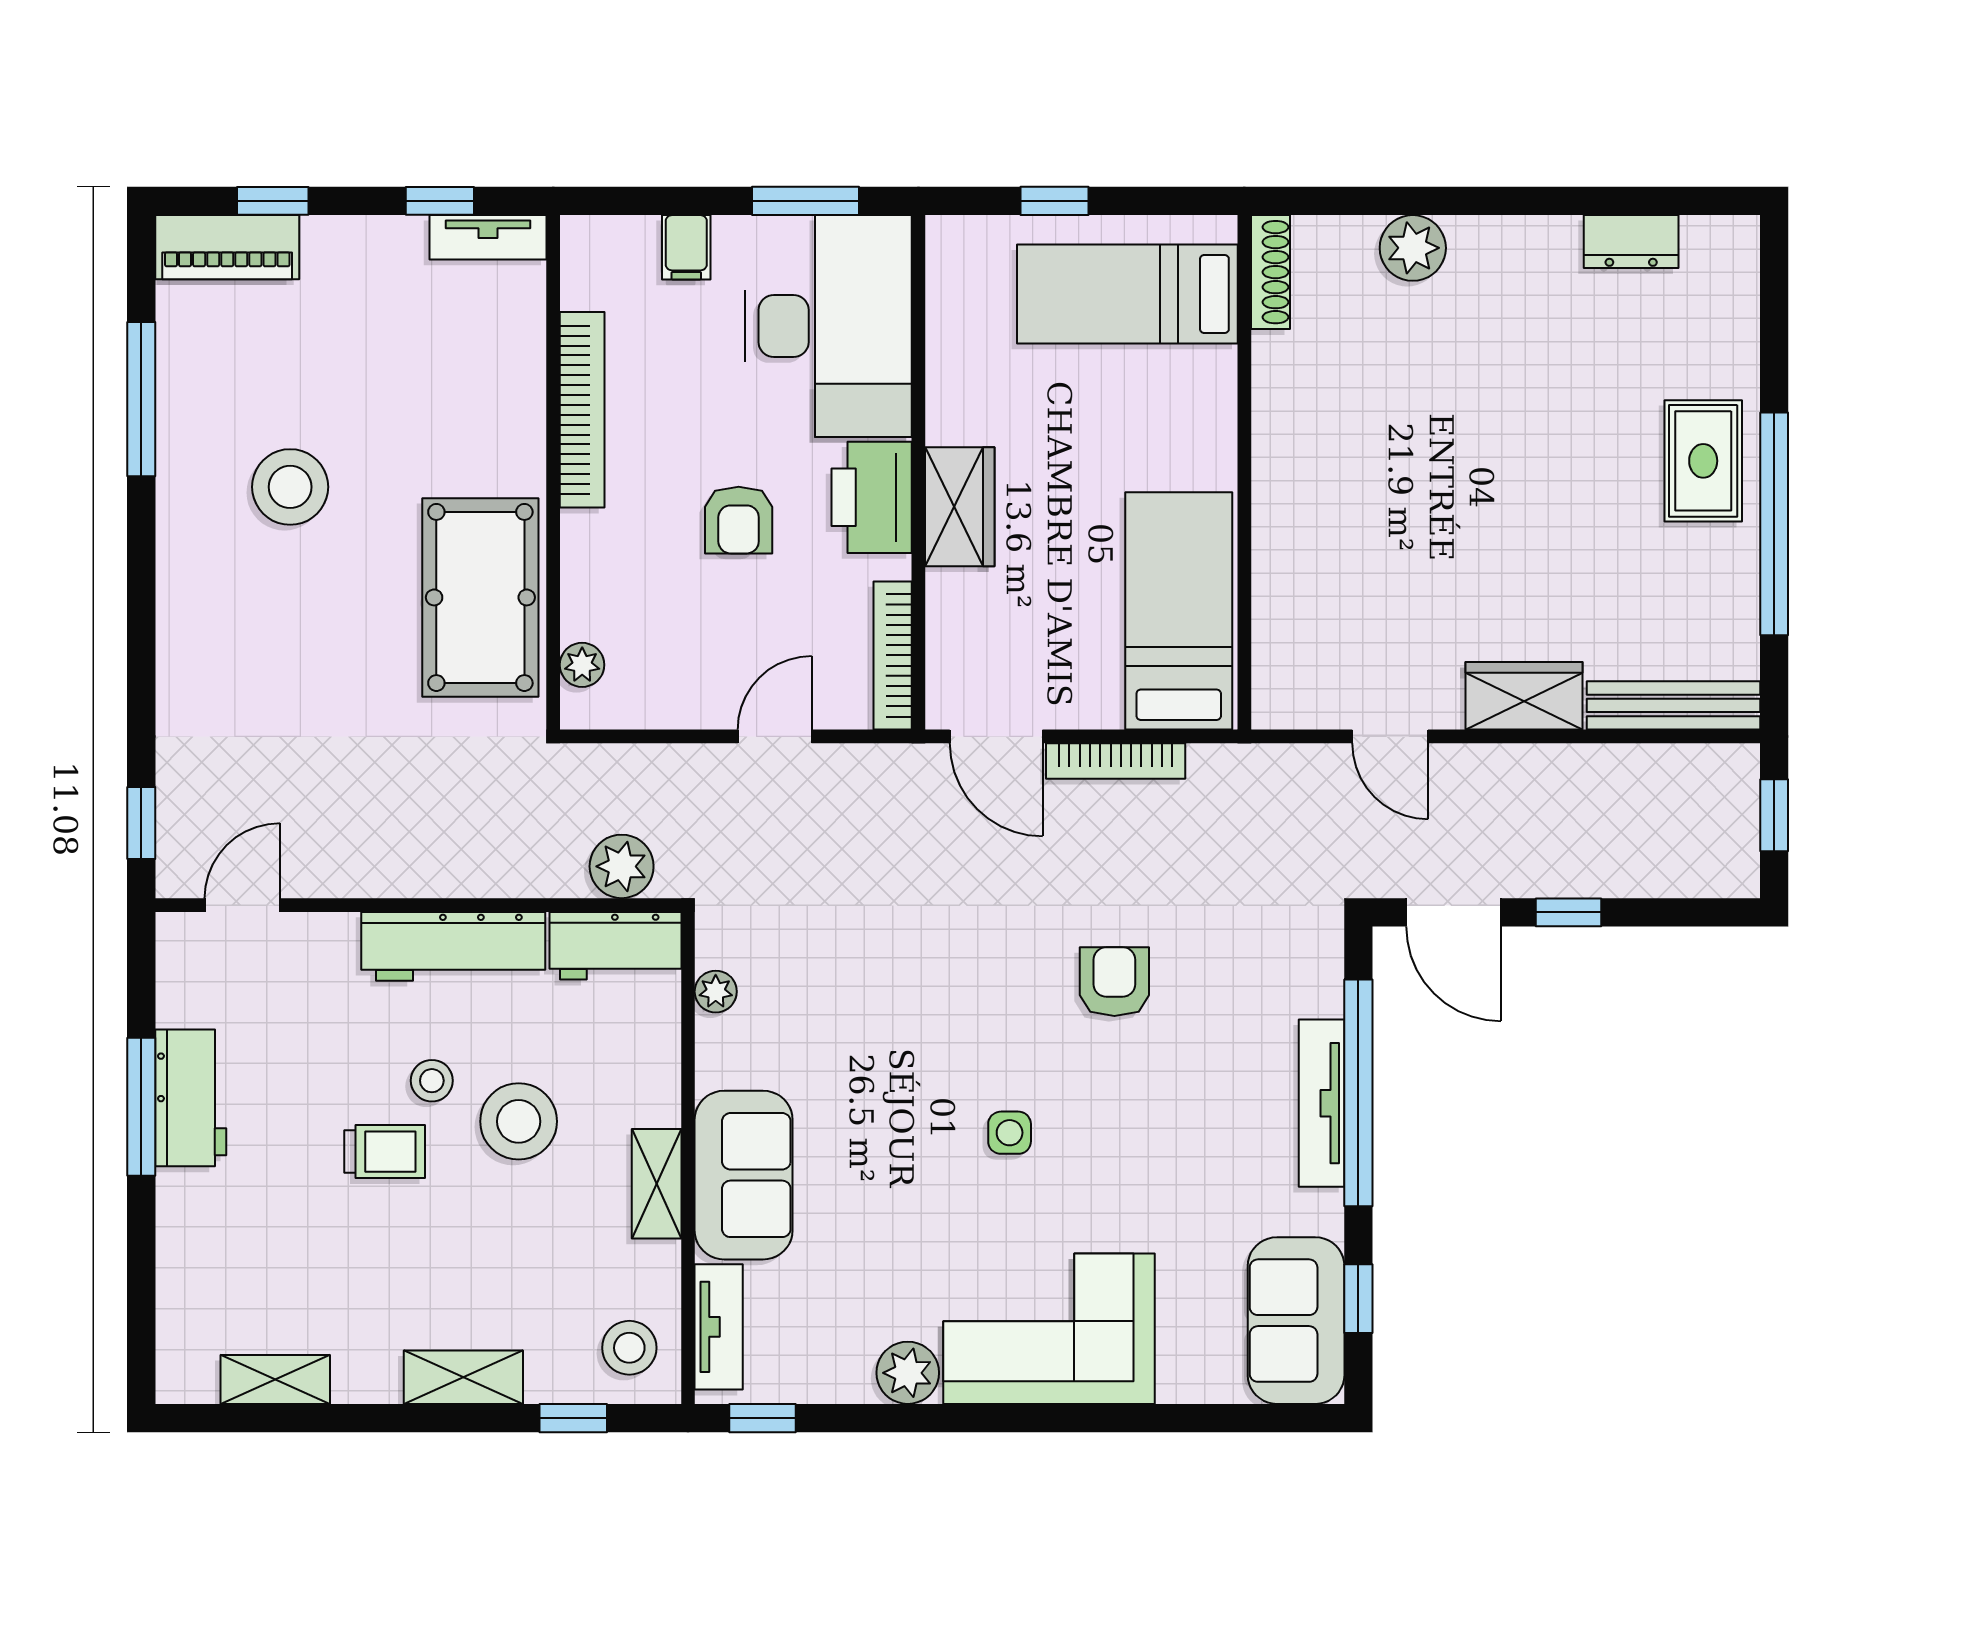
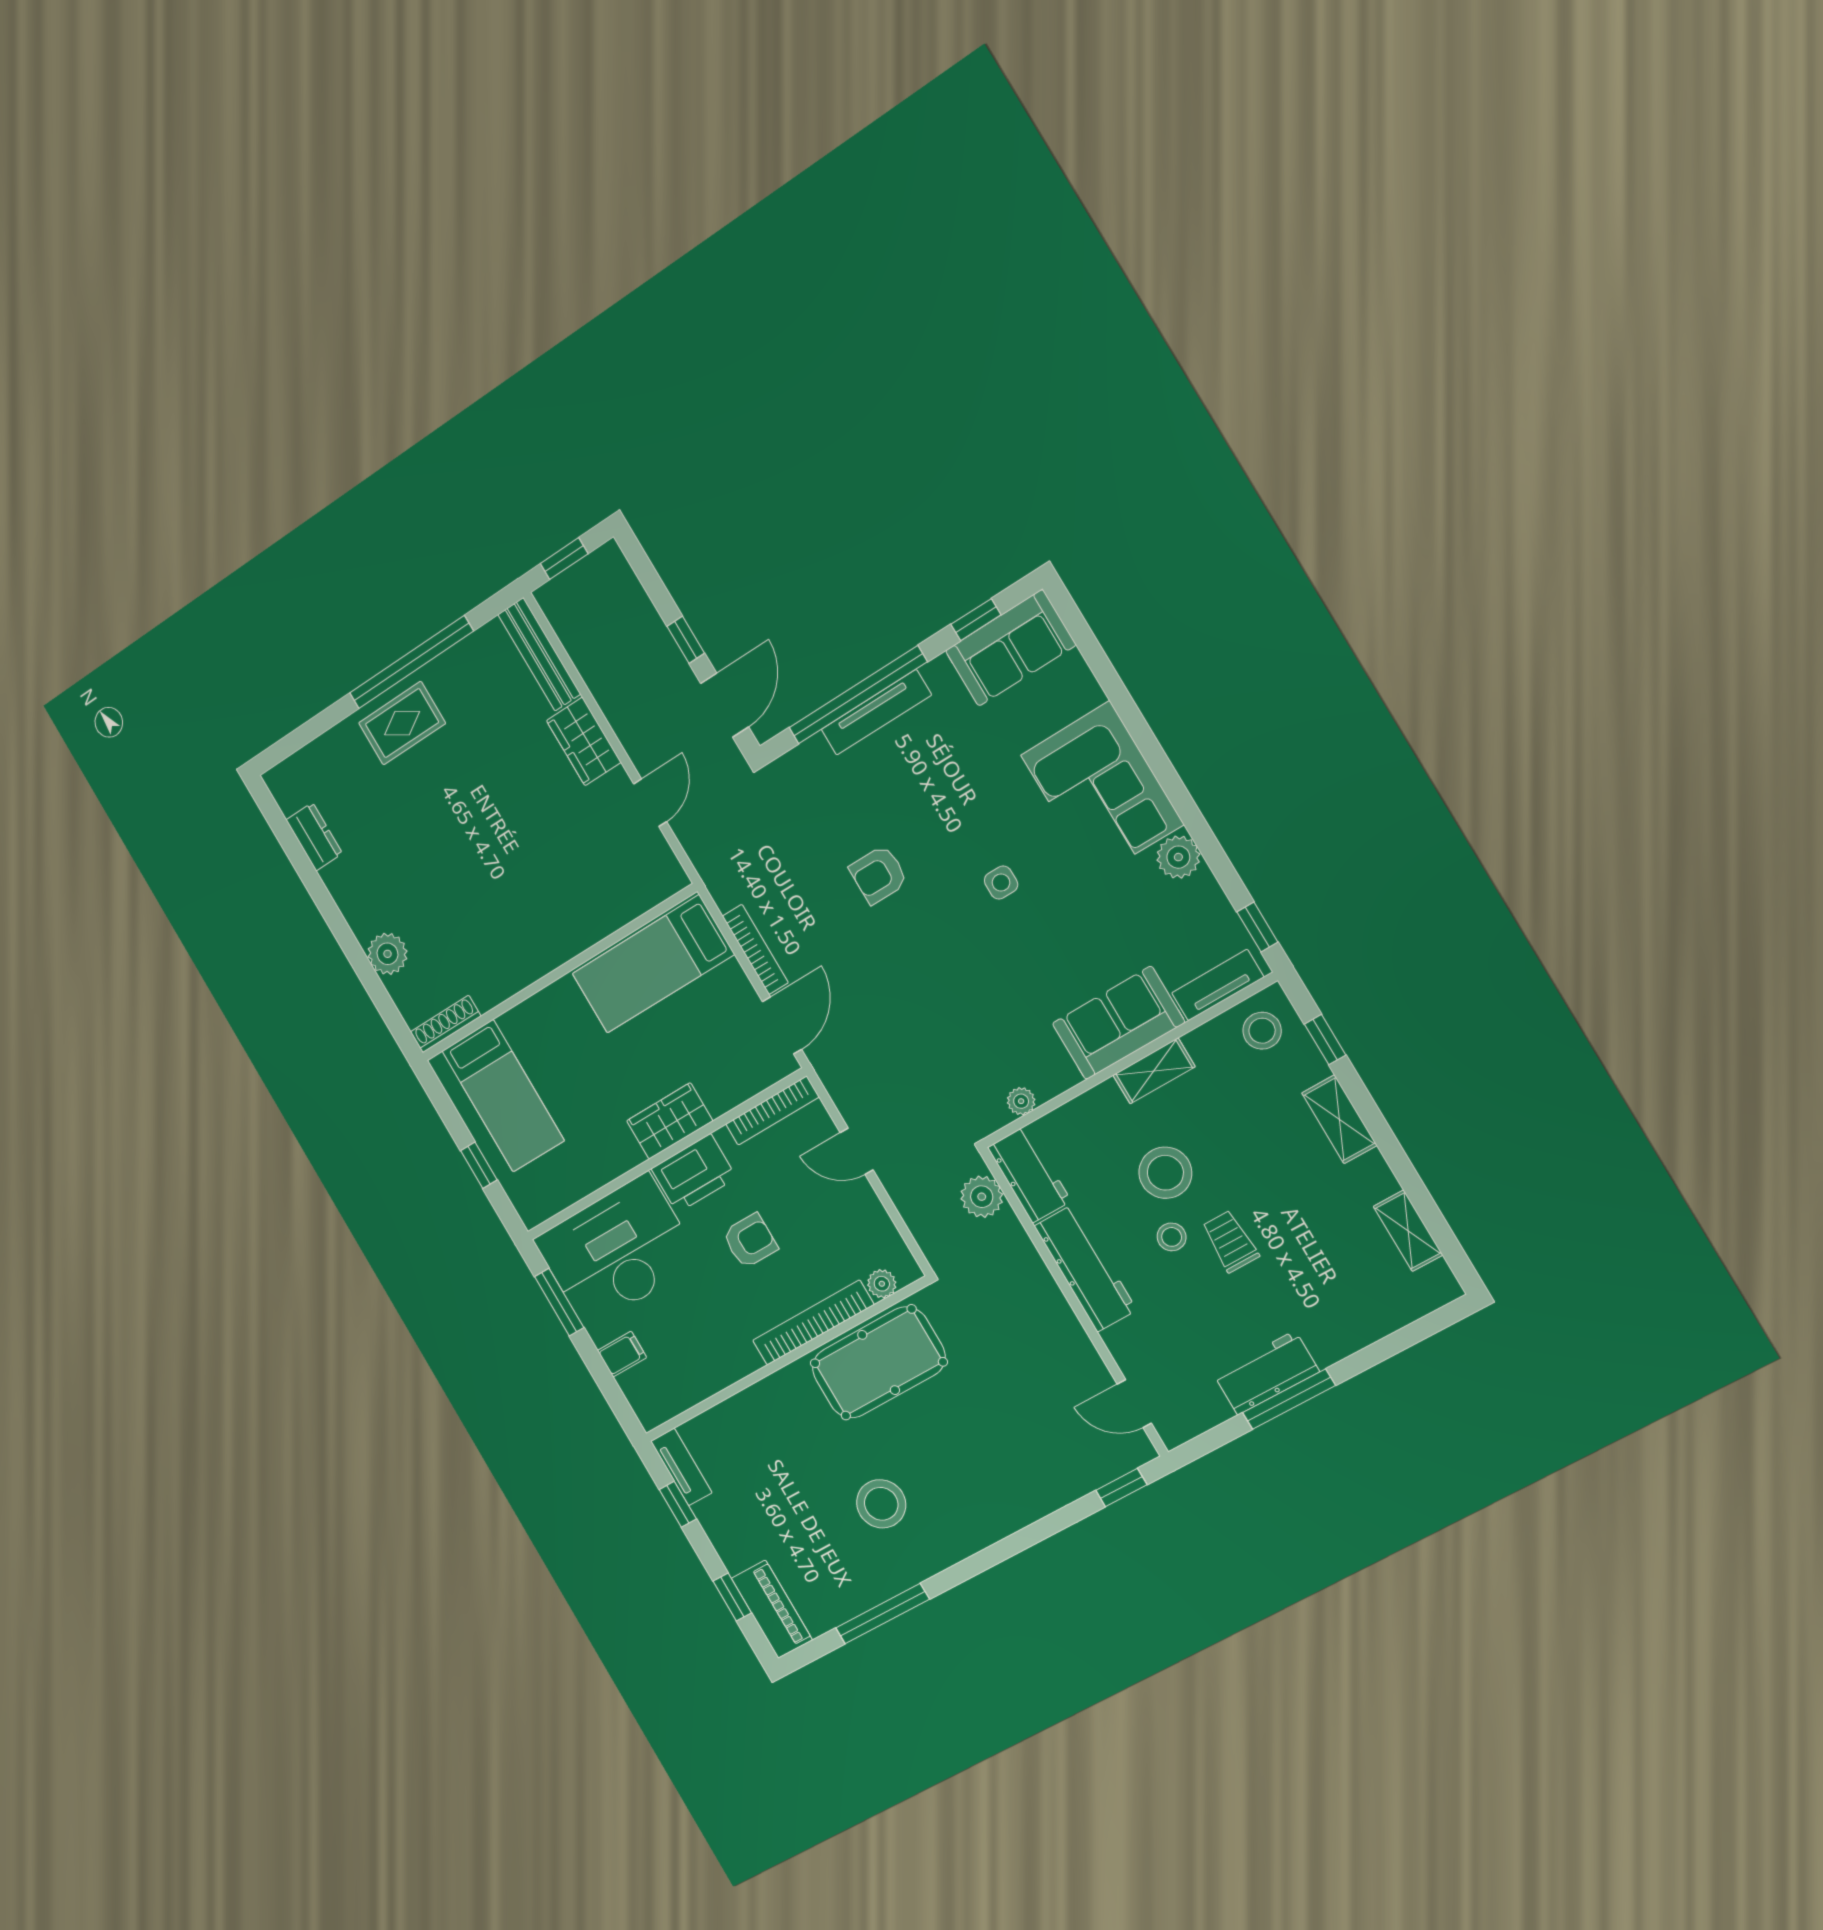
bookcase: (582, 410) -> (813, 1323), moved

